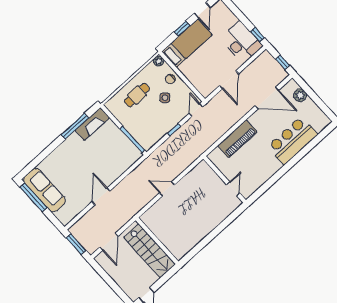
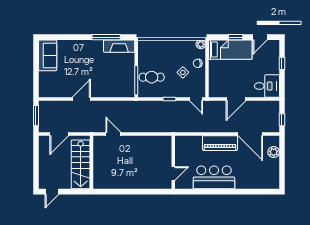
window: (257, 35) -> (282, 63), moved
desk: (242, 42) -> (267, 86), width x0.73
cafe table: (137, 95) -> (152, 77), moved
door: (196, 110) -> (196, 99), swing flipped
piano: (237, 139) -> (220, 143), moved
bar counter: (293, 140) -> (214, 177), moved
door: (167, 189) -> (113, 134), moved
sofa: (44, 190) -> (48, 55), width x0.73
window: (33, 197) -> (36, 59), removed

